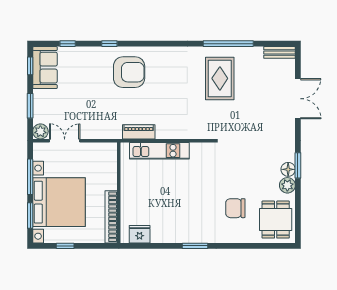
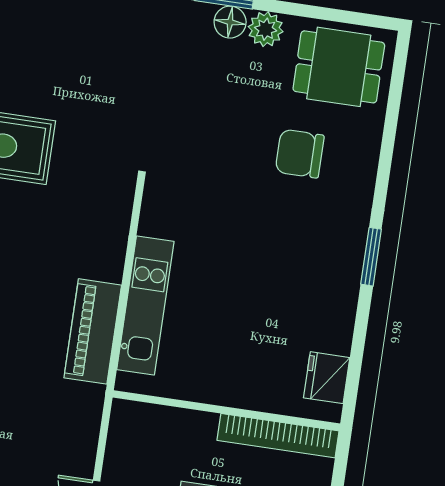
piano: (139, 132) -> (93, 331), width x1.37, depth x1.33
chair: (235, 208) -> (300, 154), turned 90

